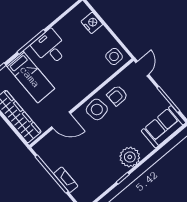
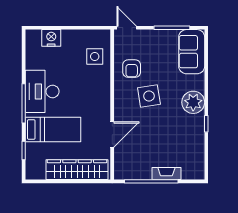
desk: (50, 48) -> (42, 91), width x1.37
side table: (114, 56) -> (95, 56), moved
side table: (97, 109) -> (149, 96), moved

